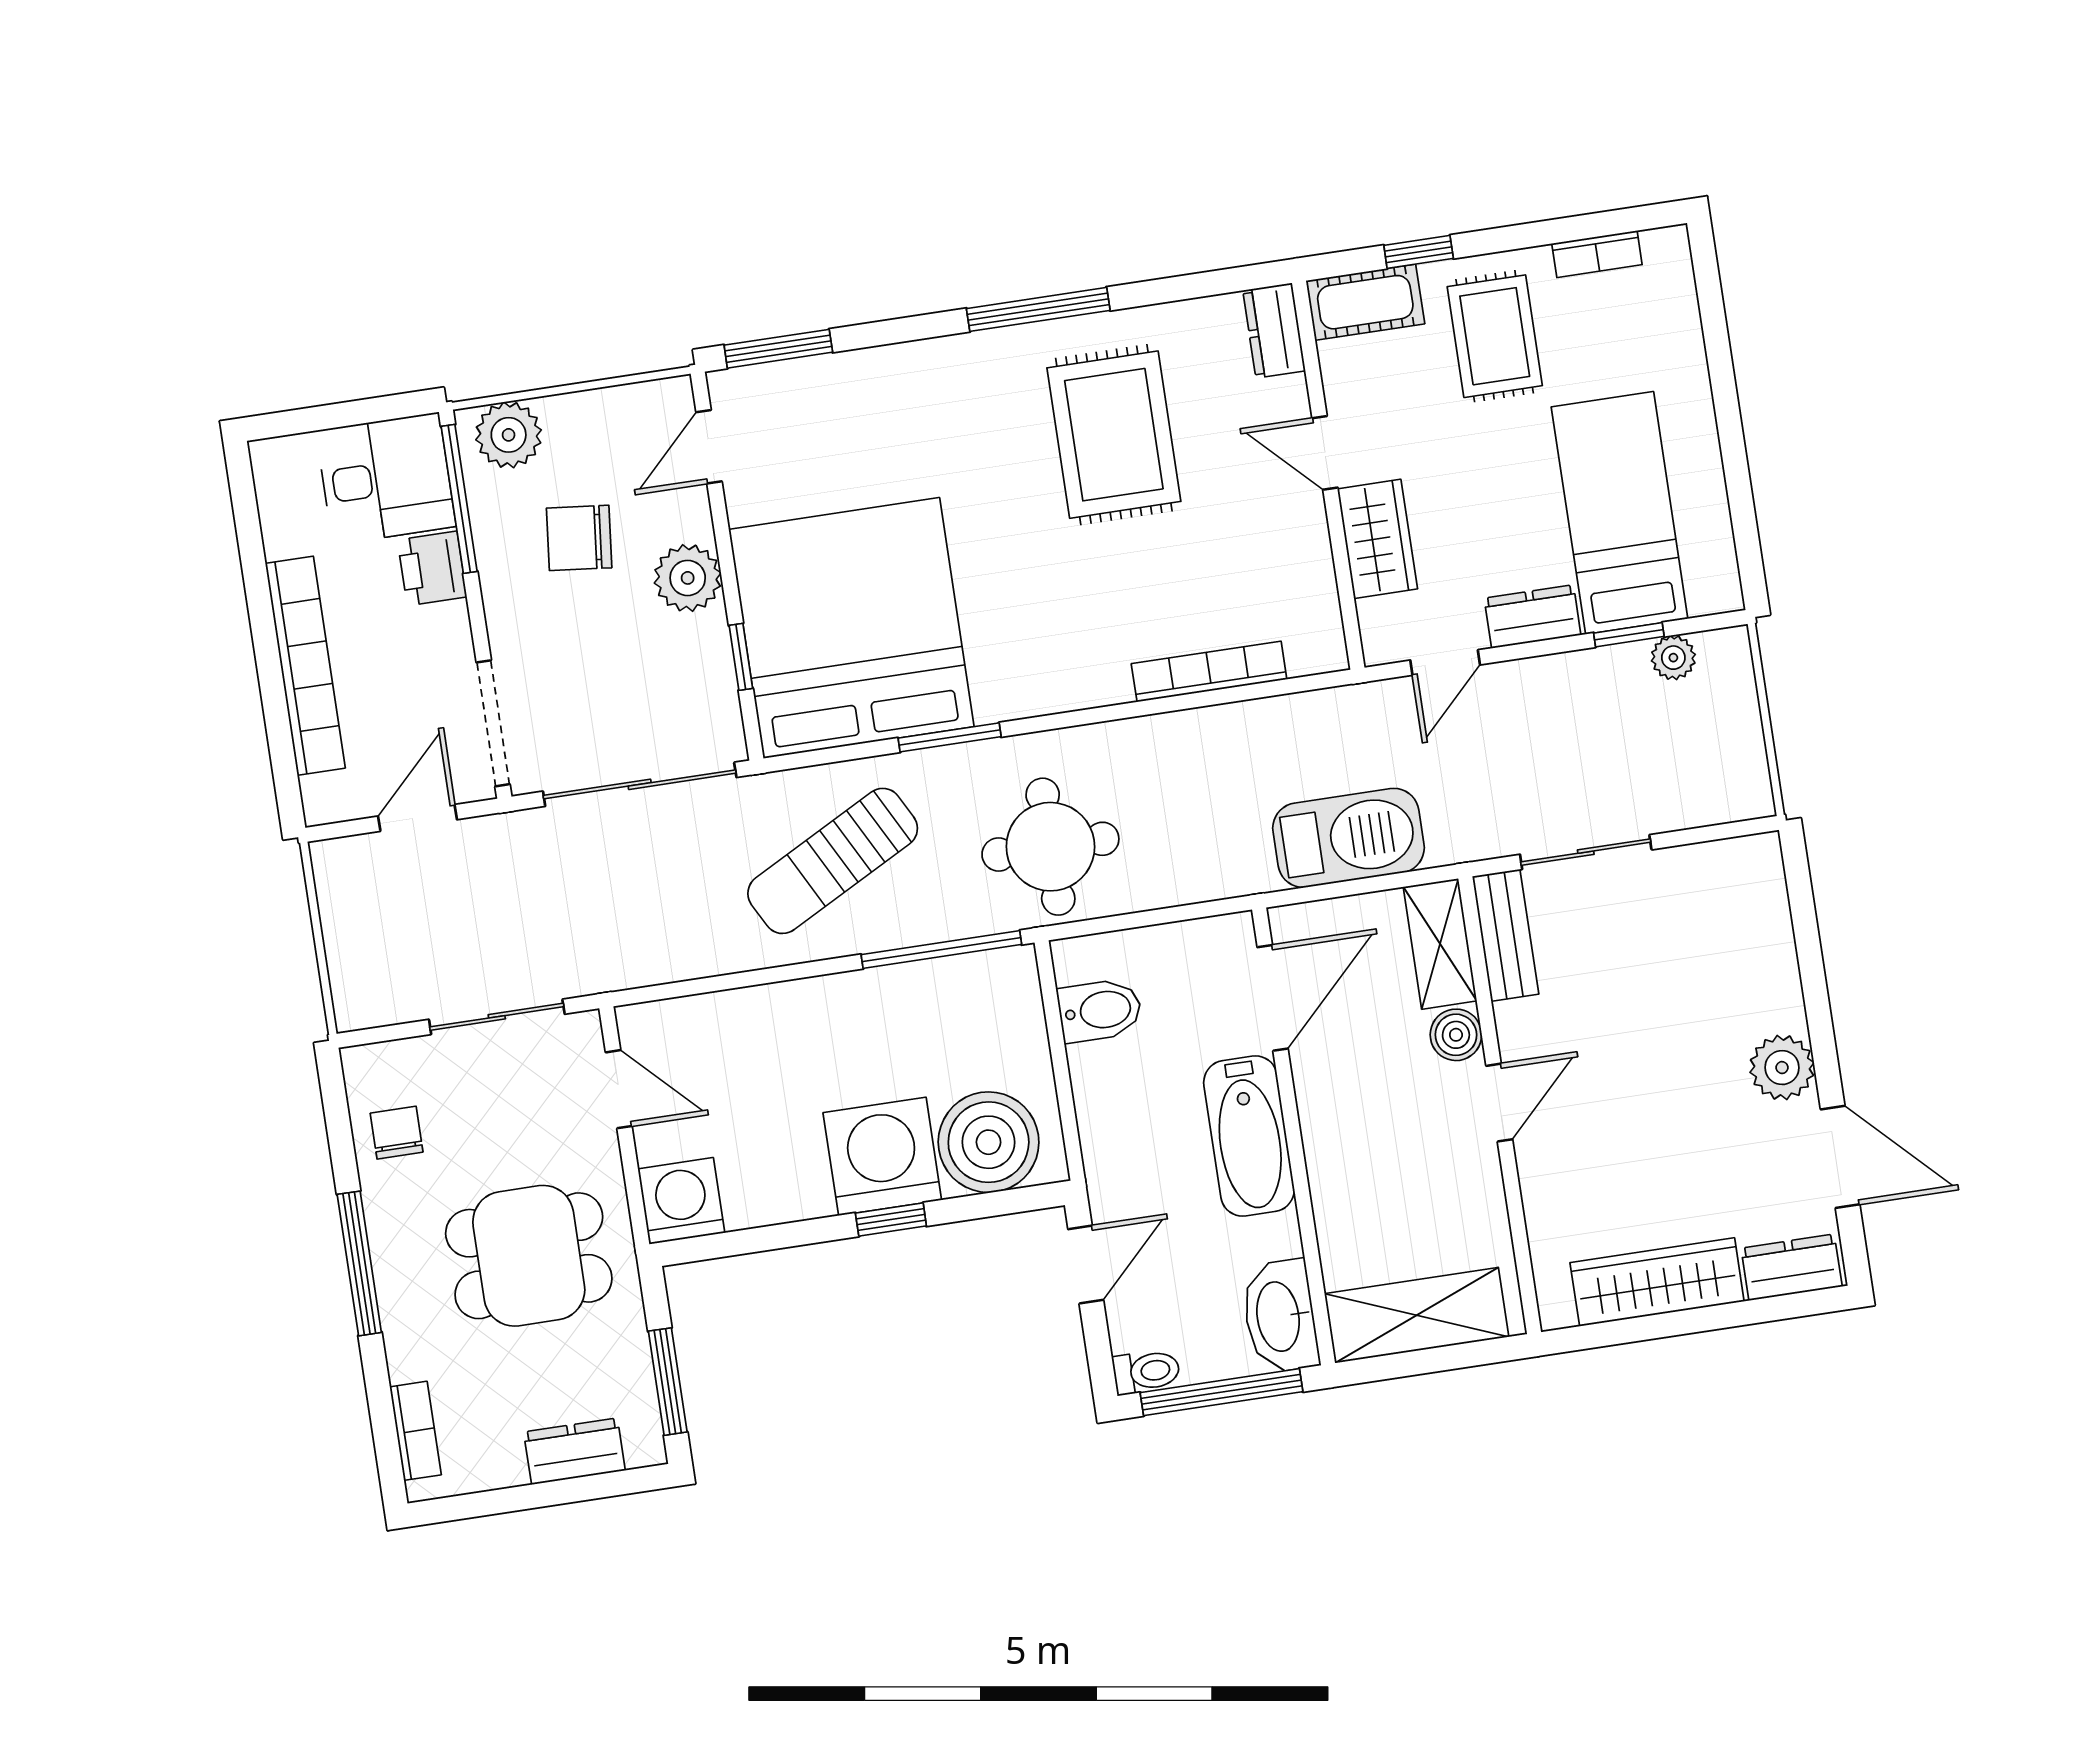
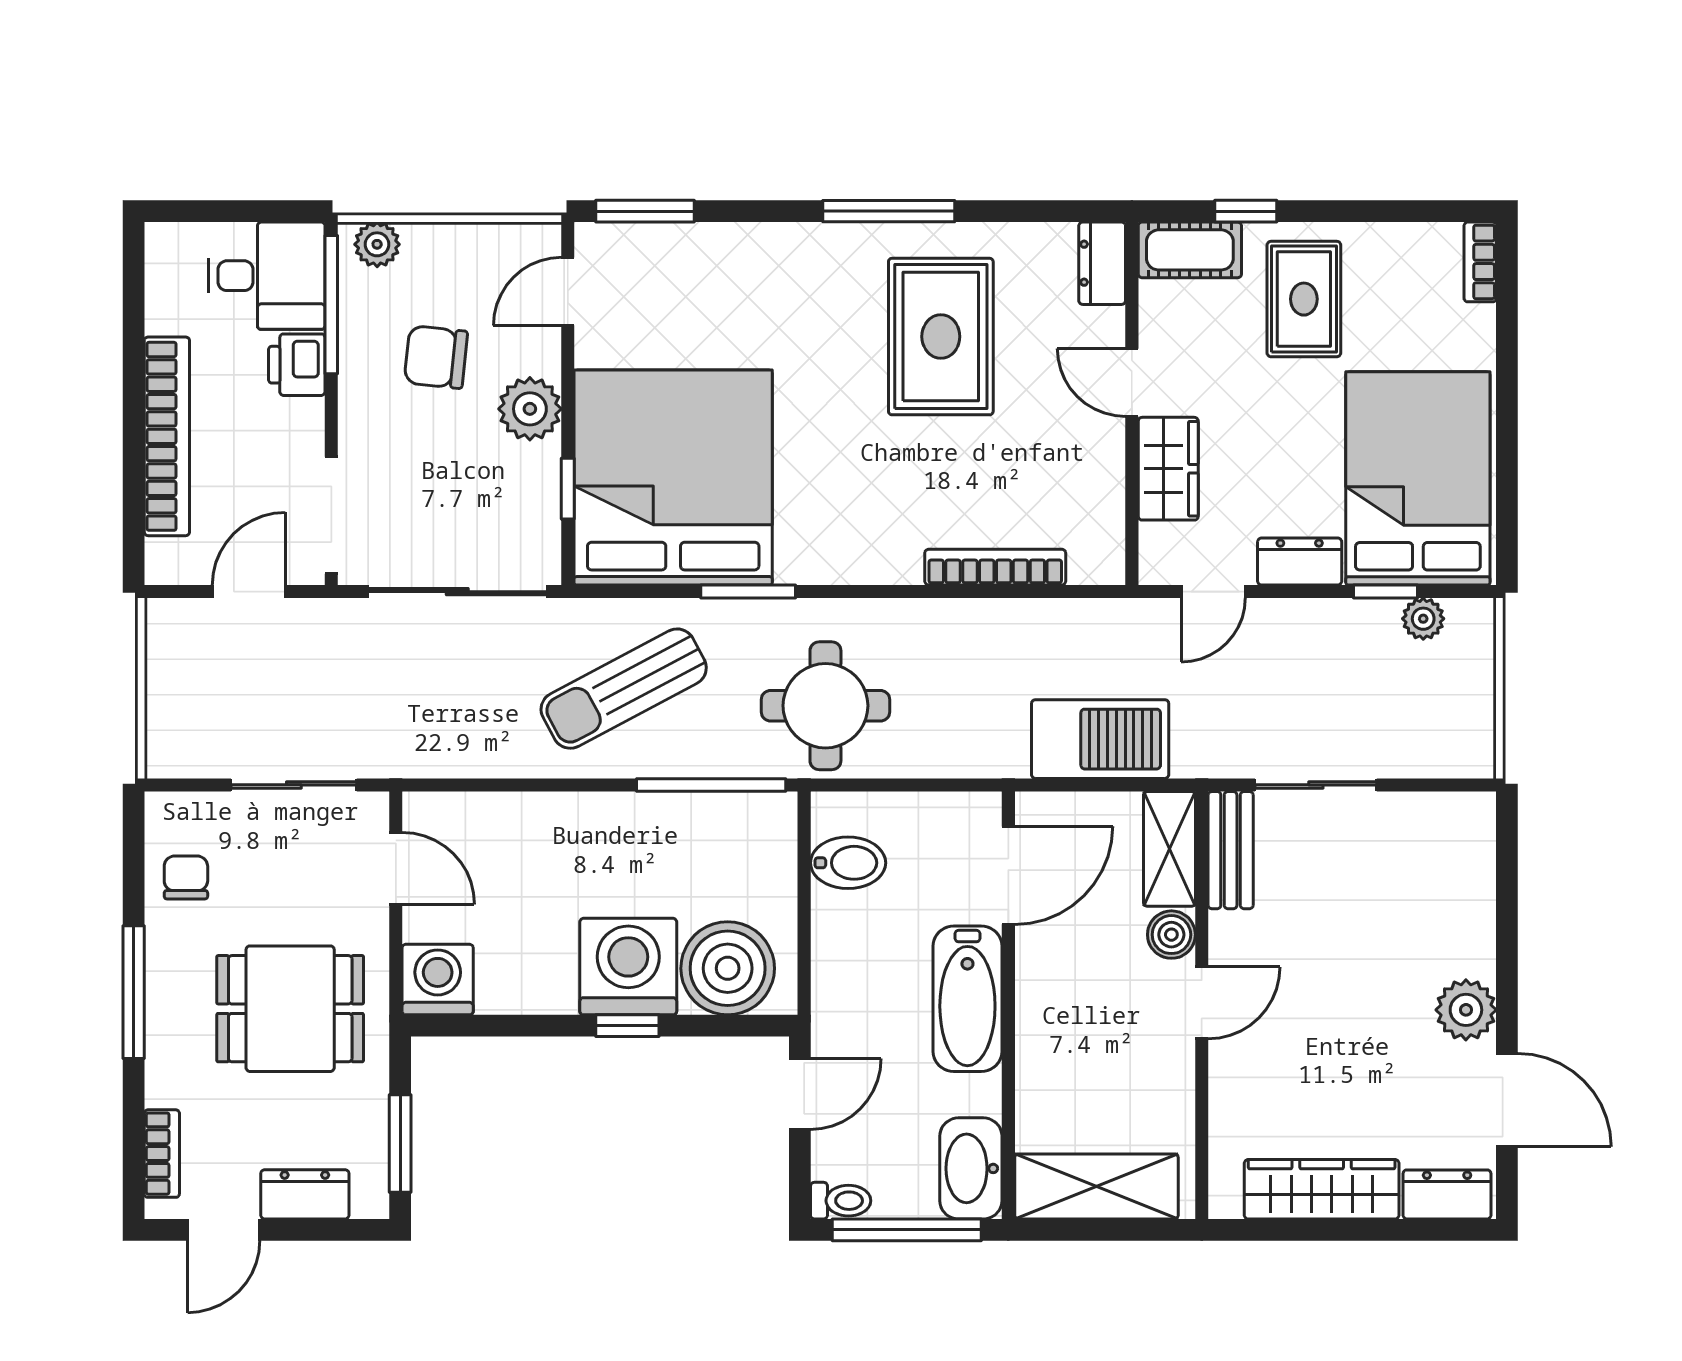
bookcase: (1597, 254) -> (1480, 262), moved, turned 90
plant: (509, 435) -> (377, 244), width x0.73, depth x0.73
bed: (1620, 513) -> (1418, 478), width x1.50
door: (494, 1502) -> (224, 1230), added

